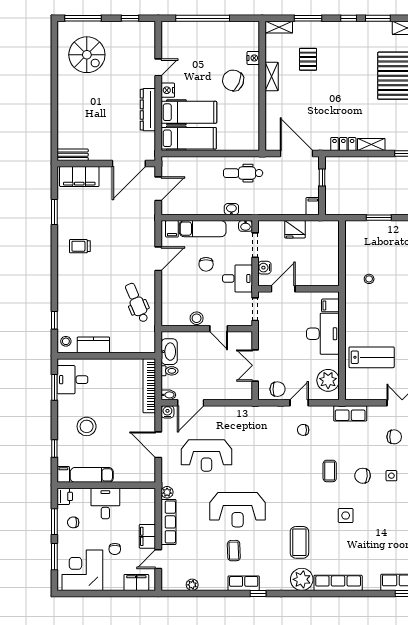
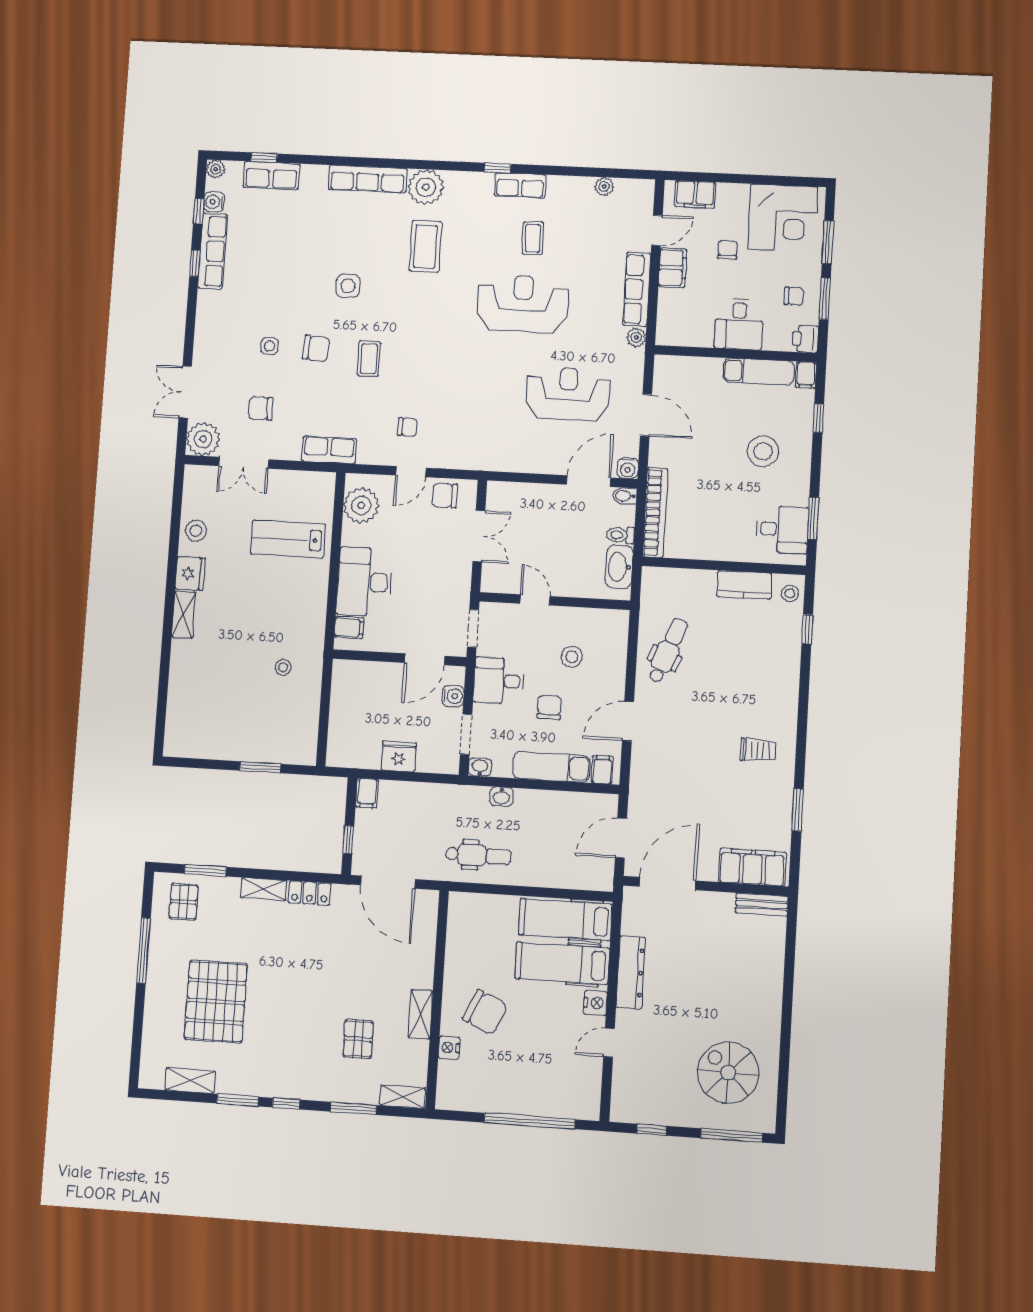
dental chair: (137, 303) -> (668, 651), turned -136
stool: (197, 318) -> (572, 657), moved

